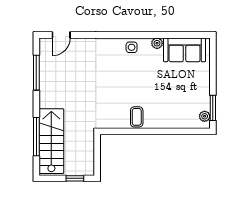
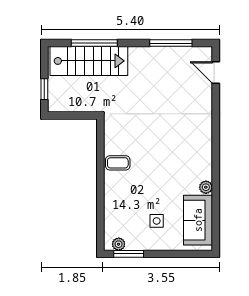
side table: (132, 47) -> (157, 221), moved

